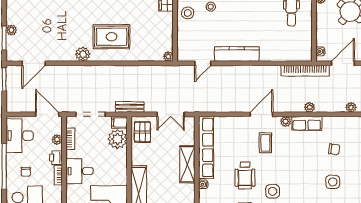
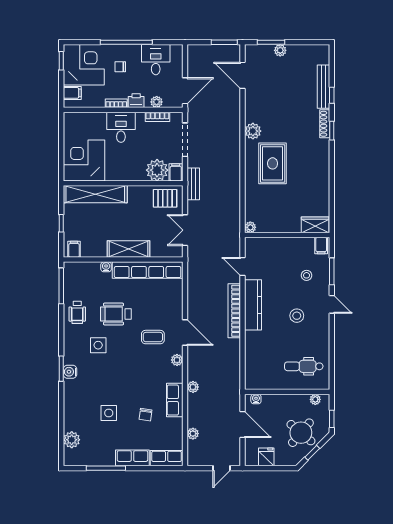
stool: (188, 13) -> (297, 316), moved
bookcase: (305, 71) -> (234, 311), moved
row of seats: (307, 123) -> (175, 400), moved
desk: (20, 136) -> (156, 60), width x0.73

